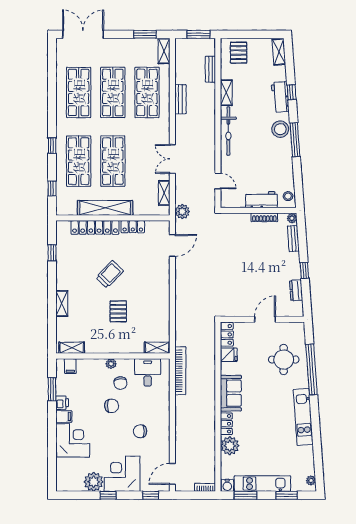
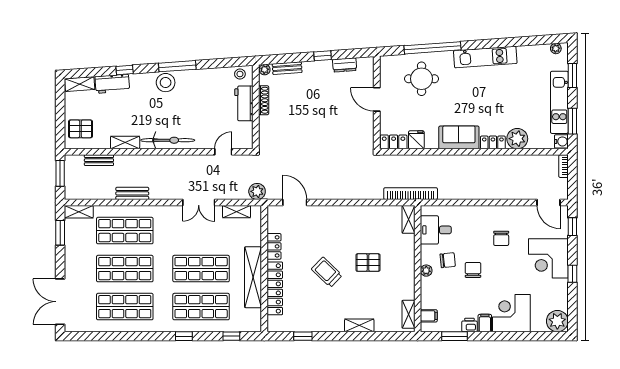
workbench: (280, 97) -> (112, 84), moved
bookcase: (180, 371) -> (411, 194), moved
plant: (94, 482) -> (557, 321), moved

